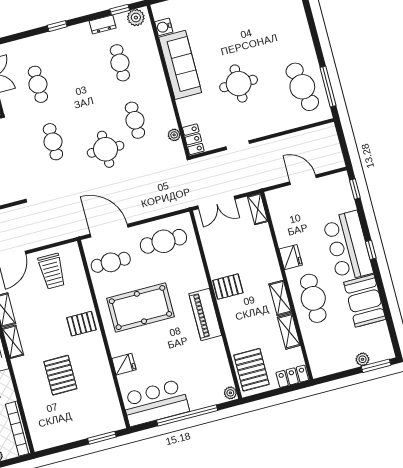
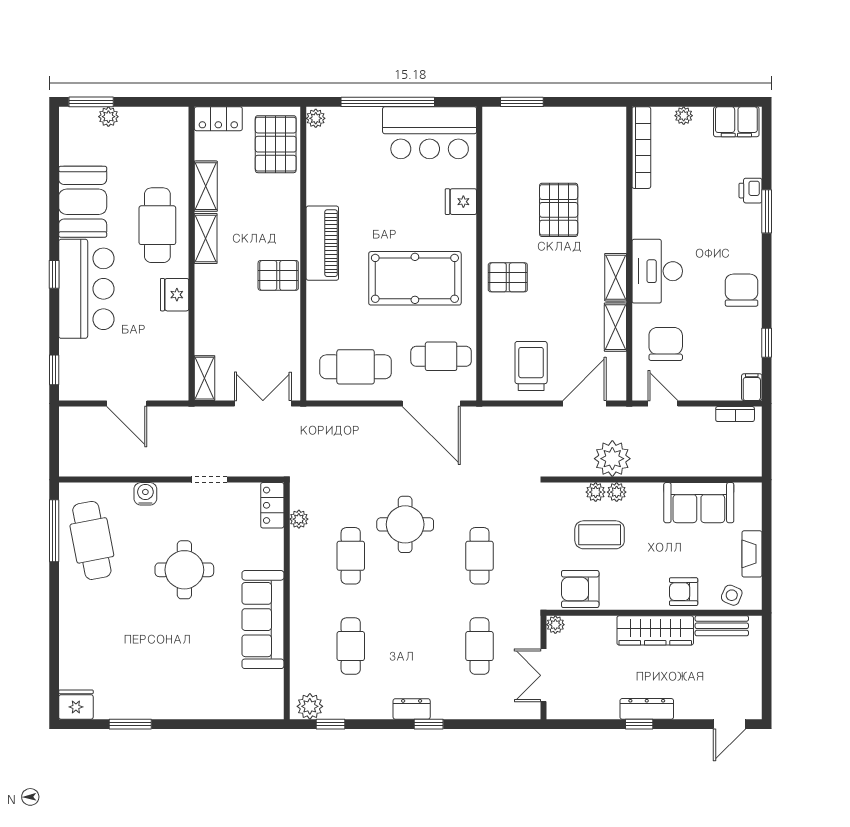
dresser: (103, 24) -> (412, 709), moved
water cooler: (164, 27) -> (145, 494), moved, turned -90

